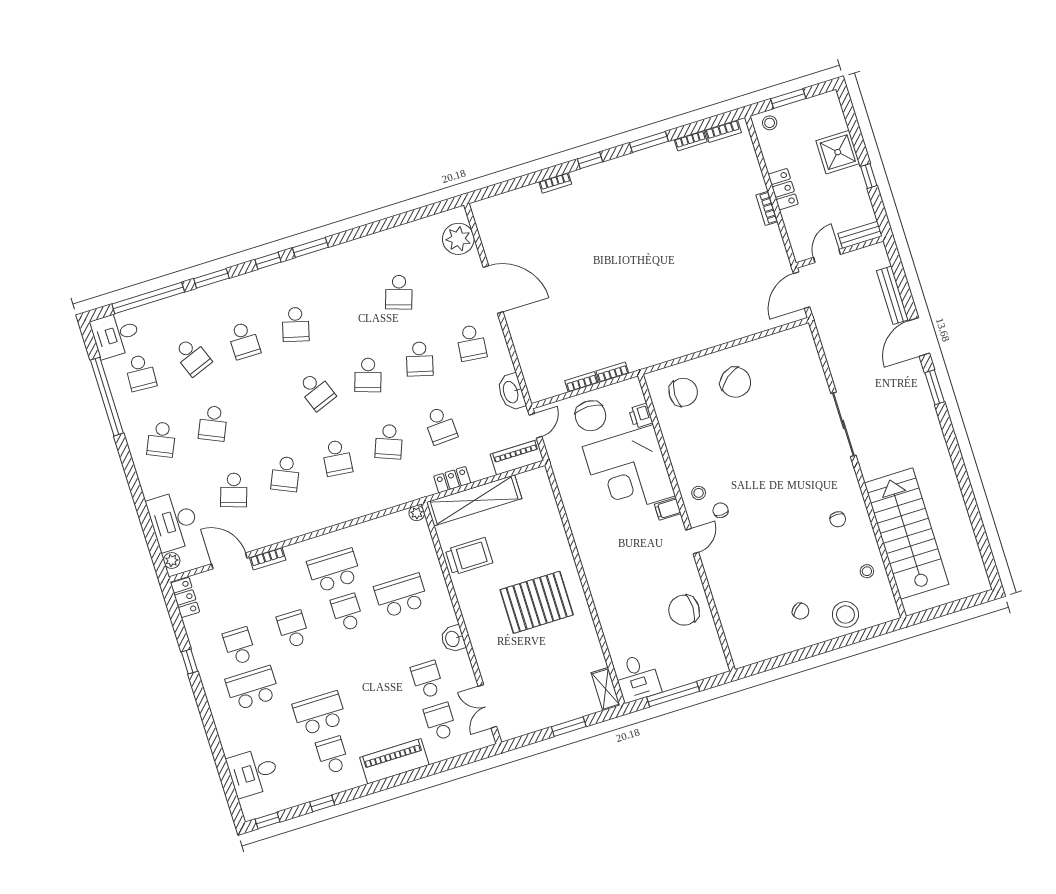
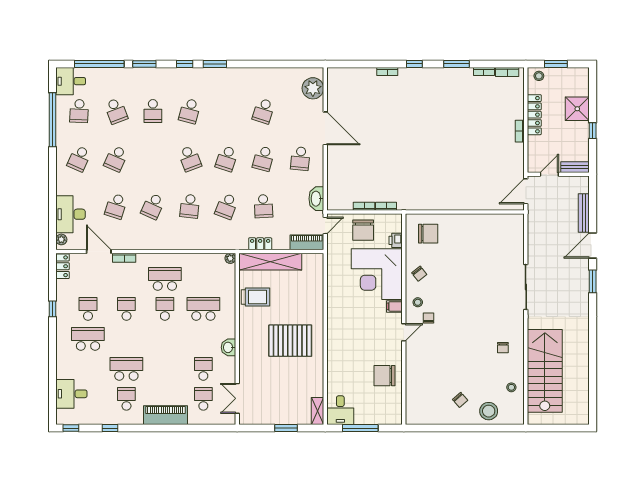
locker: (783, 189) -> (534, 115), width x1.53
chair: (736, 382) -> (419, 274), moved, width x0.54, depth x0.54

